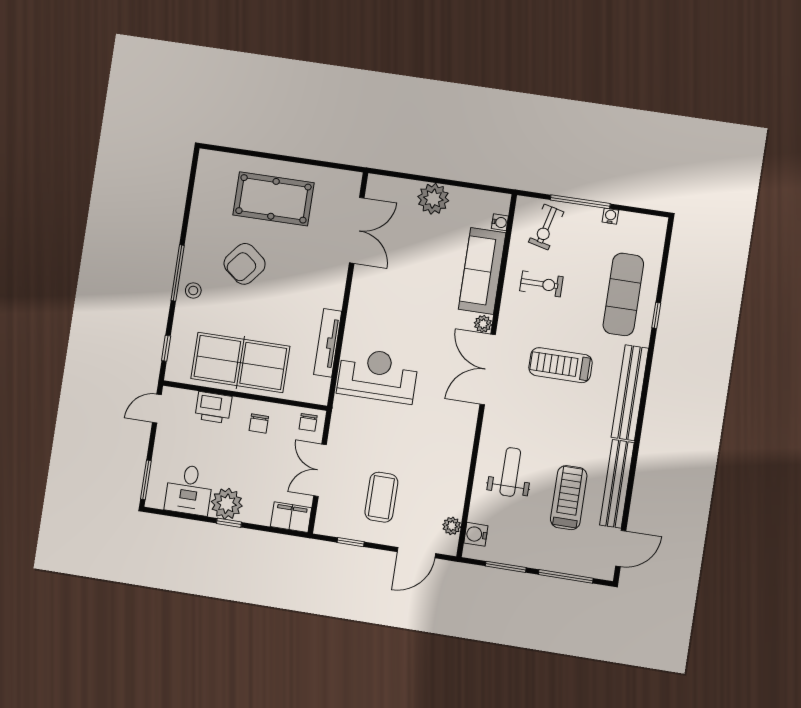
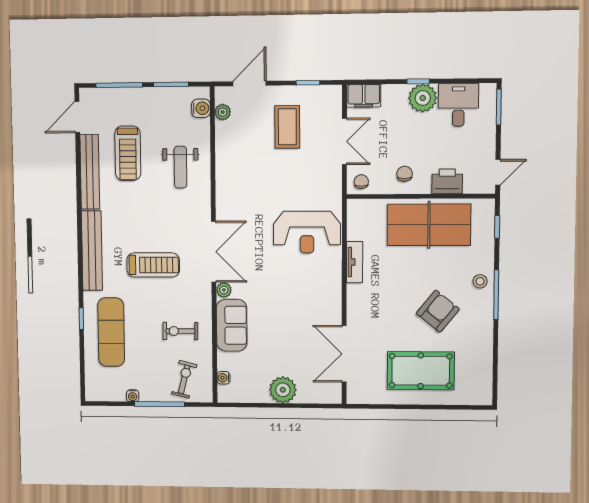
sofa: (482, 271) -> (232, 325), width x0.73
tv unit: (328, 343) -> (355, 262), width x0.71

